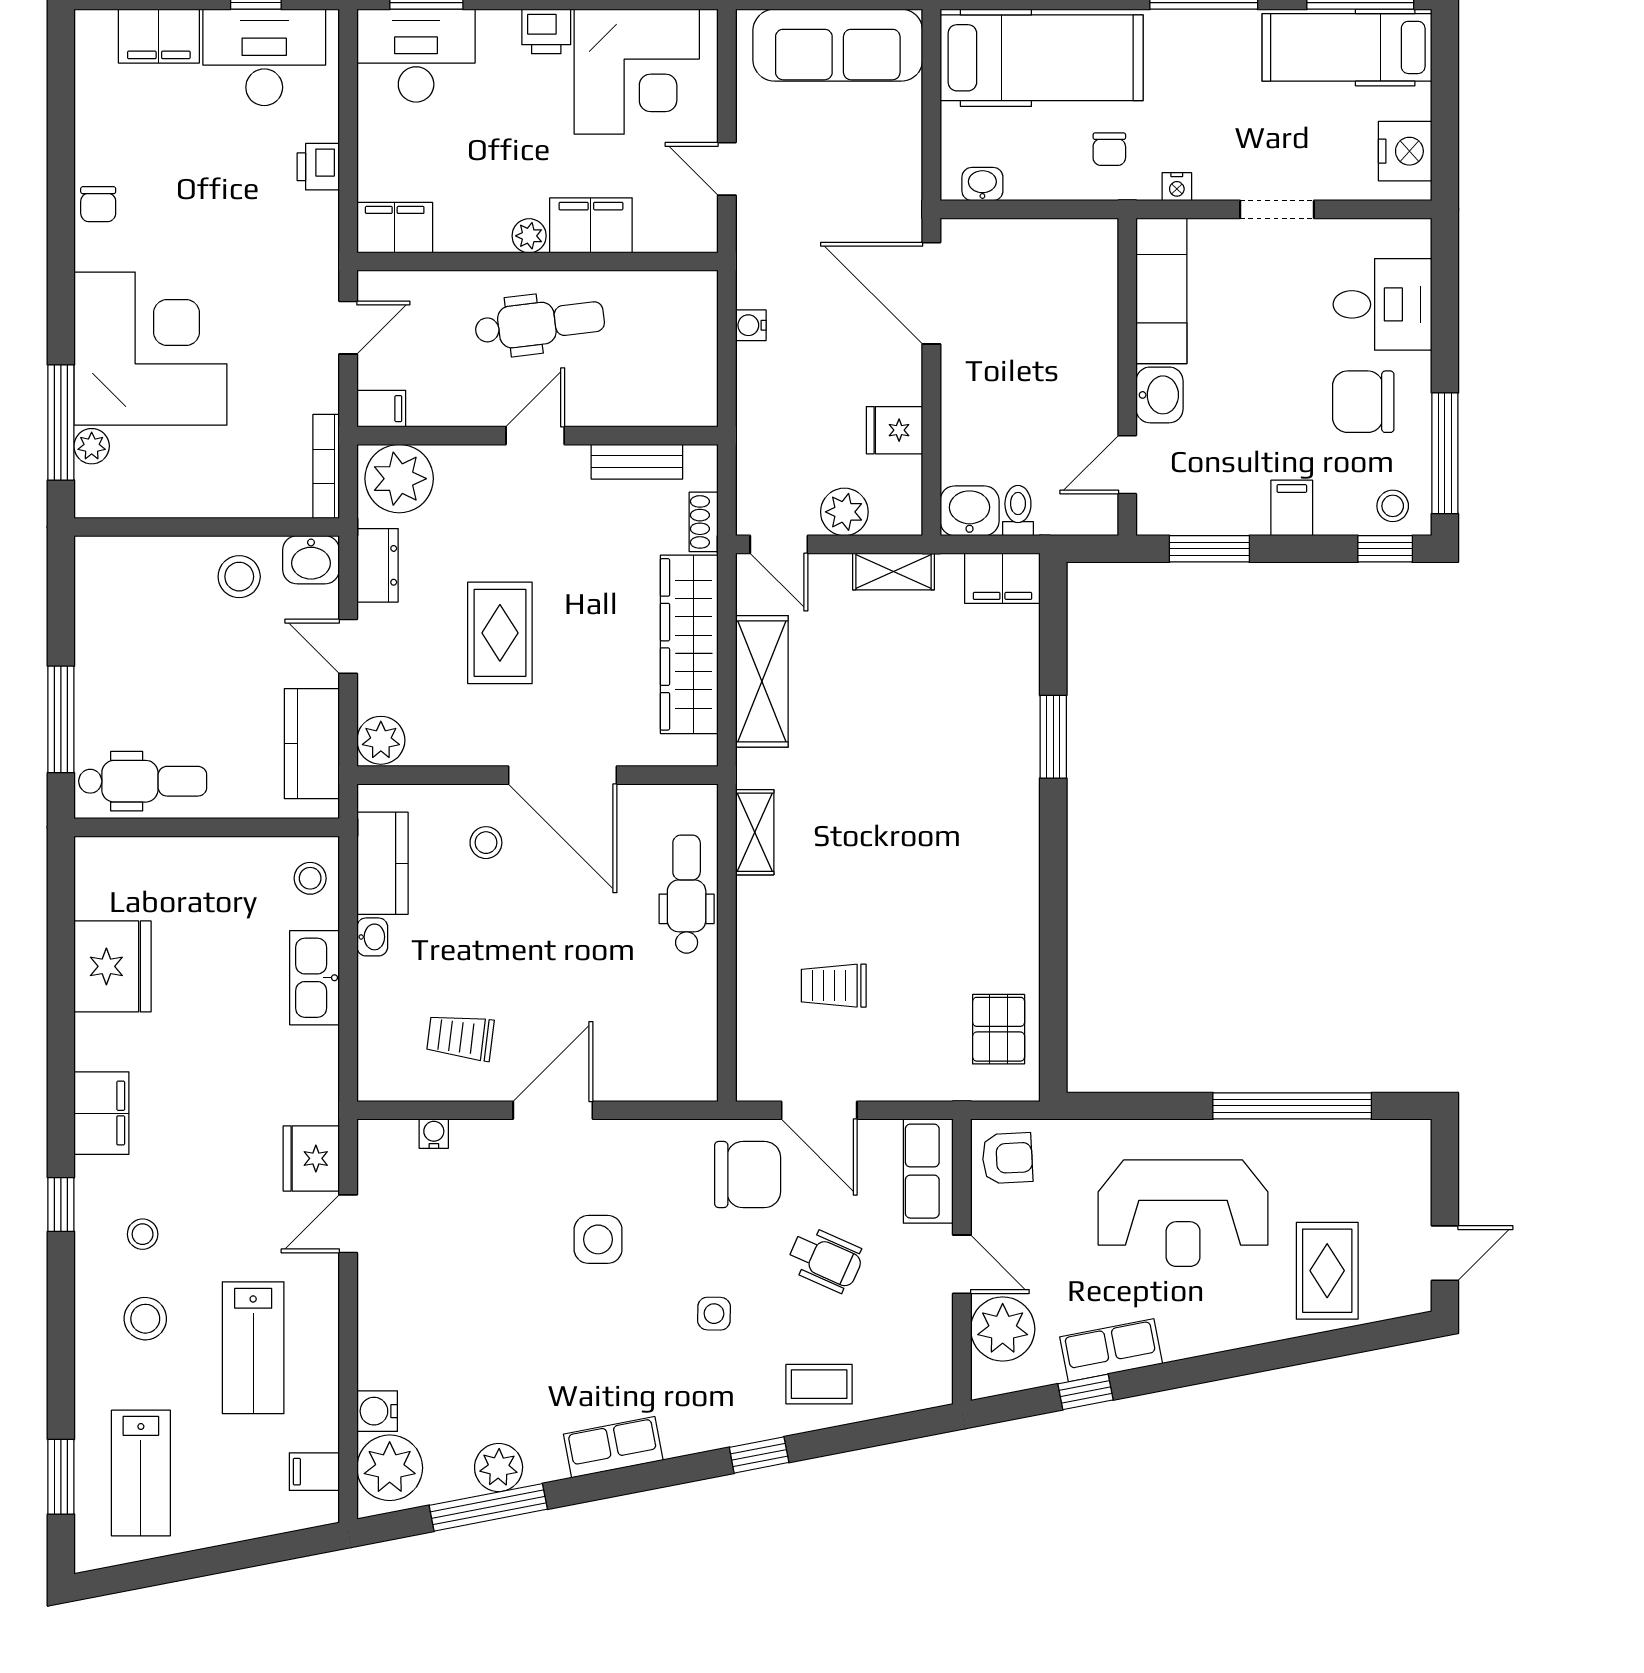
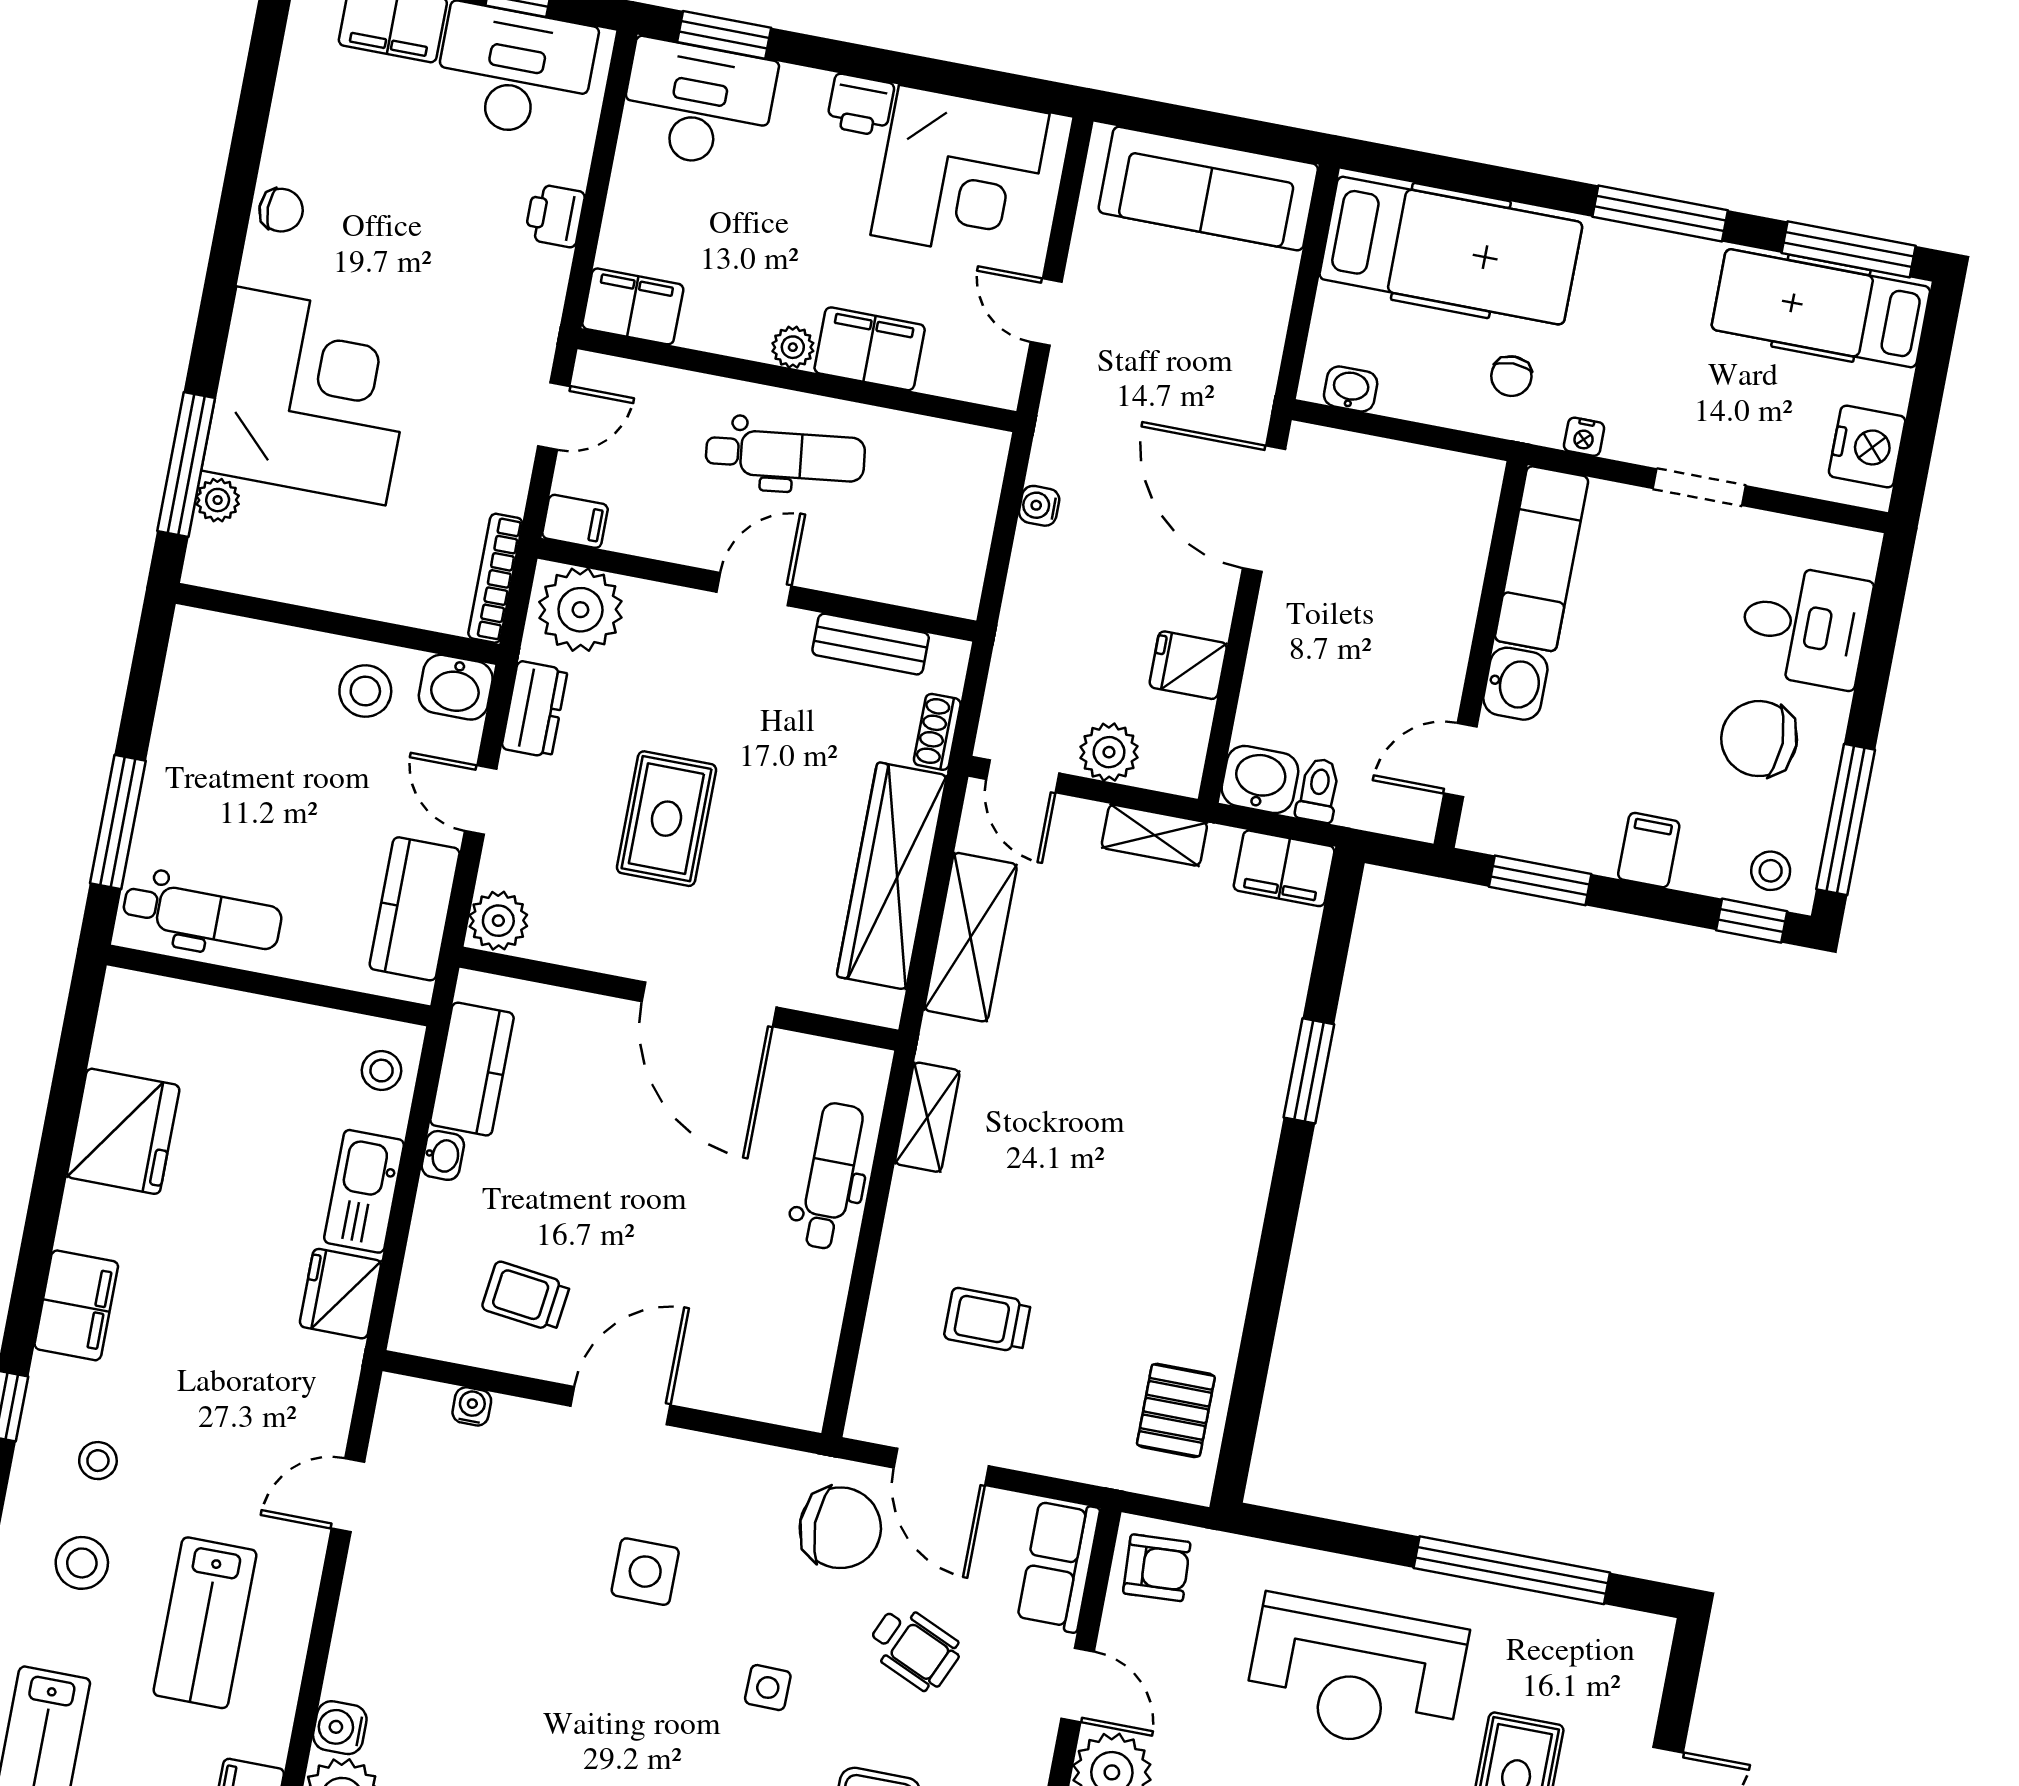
chair: (98, 204) -> (281, 210), turned -90
stool: (486, 843) -> (601, 1068), removed
fridge: (311, 1158) -> (340, 1294), moved

